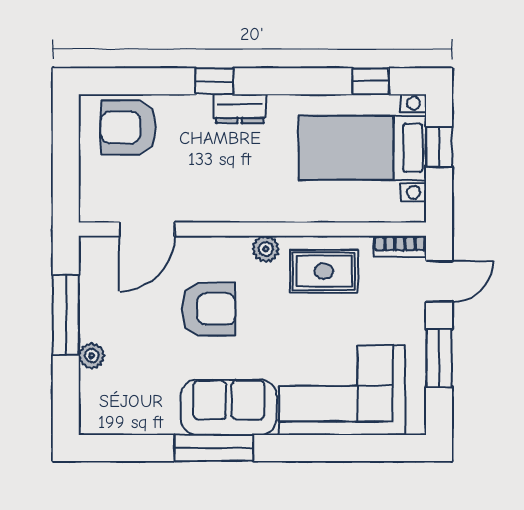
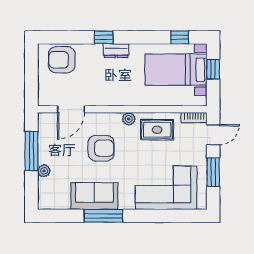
sofa: (229, 407) -> (94, 196), moved

